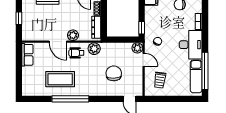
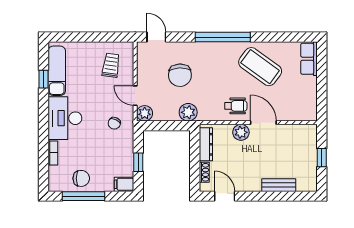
window: (142, 28) -> (138, 162), moved
plant: (94, 49) -> (188, 112), moved
row of seats: (27, 55) -> (309, 59), moved
window: (205, 71) -> (43, 79), width x0.32
coffee table: (60, 79) -> (260, 67), turned 36
window: (70, 99) -> (223, 37), moved

